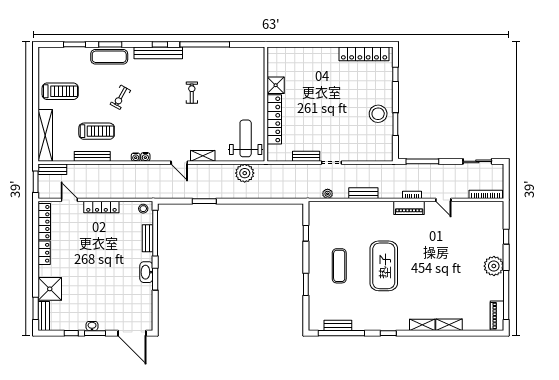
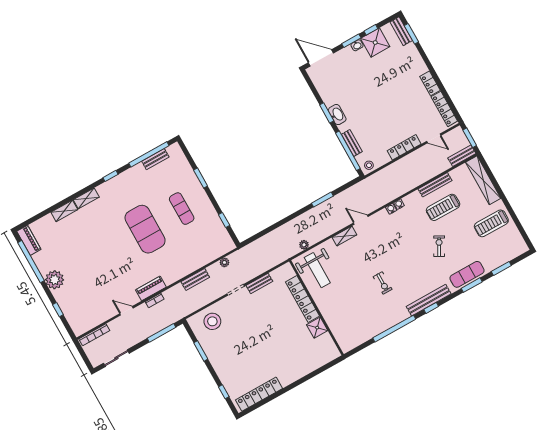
stool: (378, 114) -> (212, 321), moved
plant: (245, 173) -> (304, 245), width x0.53, depth x0.53
shower: (50, 289) -> (375, 42), moved

